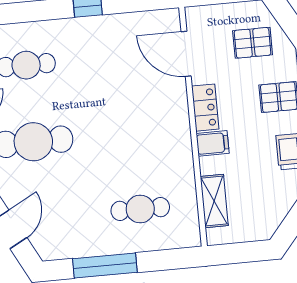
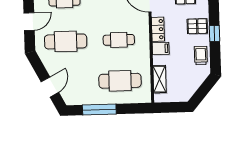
cafe table: (133, 132) -> (119, 40), added
cafe table: (140, 209) -> (120, 81), width x1.37, depth x1.35

